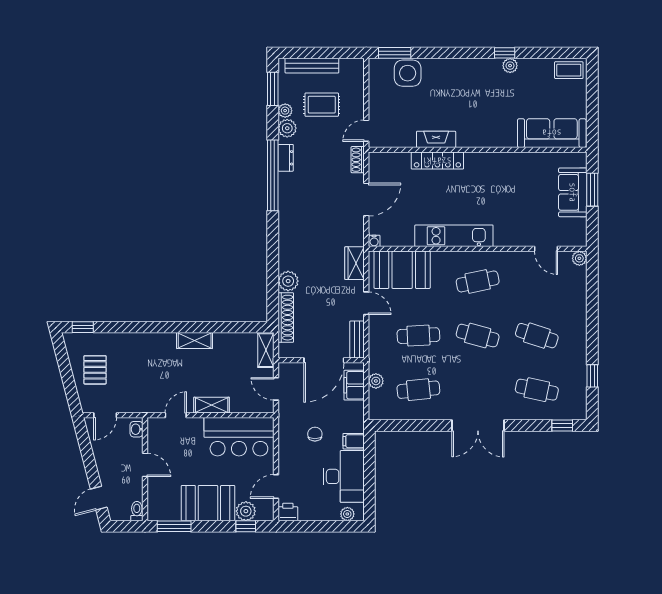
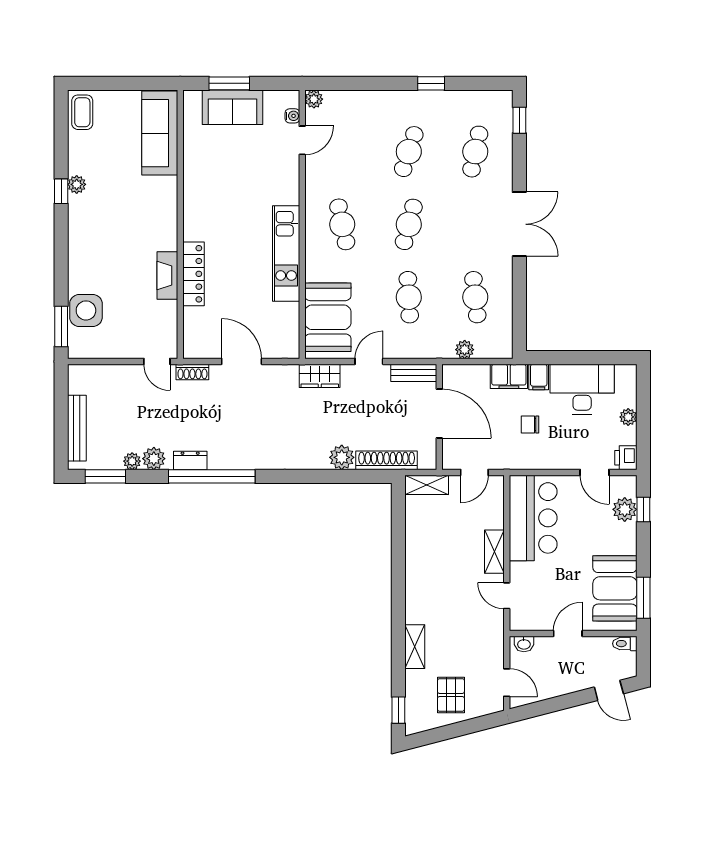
rug: (322, 105) -> (125, 416), removed
water cooler: (374, 241) -> (292, 116), moved
shelving: (195, 340) -> (415, 647), moved
pallet: (95, 370) -> (451, 695), turned 90
window: (592, 376) -> (431, 83), moved
filing cabinet: (354, 385) -> (509, 376), moved
booth: (208, 503) -> (615, 588), moved
plant: (347, 514) -> (628, 417), moved

